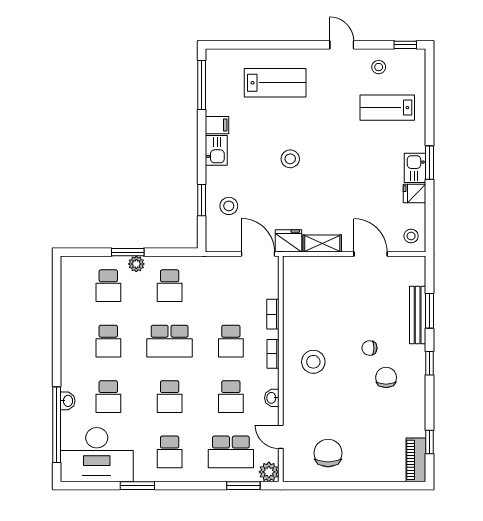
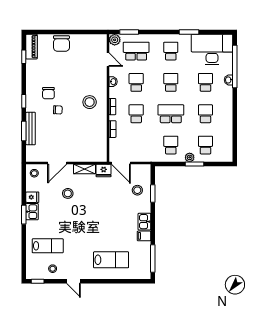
lab bench: (275, 83) -> (111, 260), turned 180
stool: (290, 159) -> (68, 193), moved
door: (371, 254) -> (57, 163), hinge flipped
chair: (328, 453) -> (61, 43), moved

